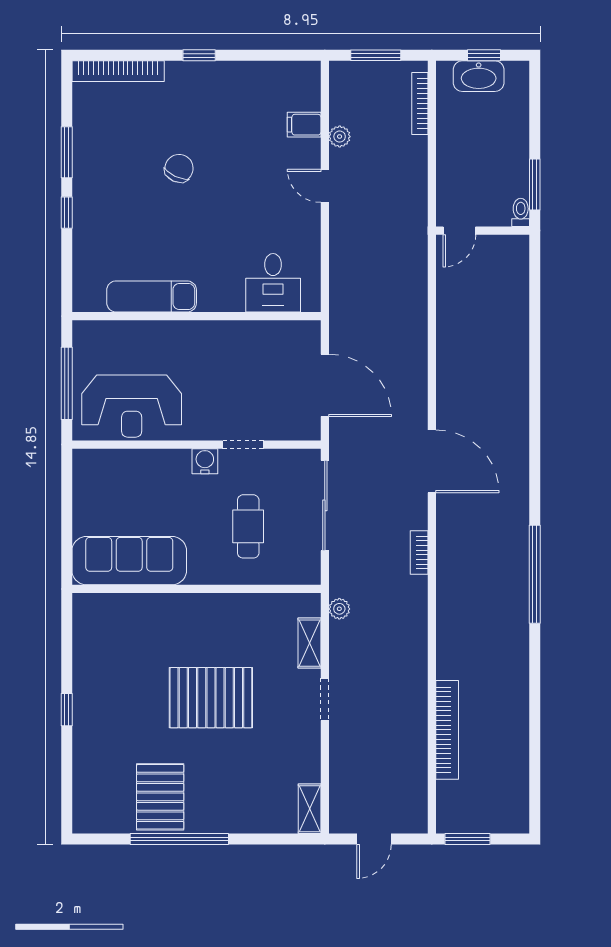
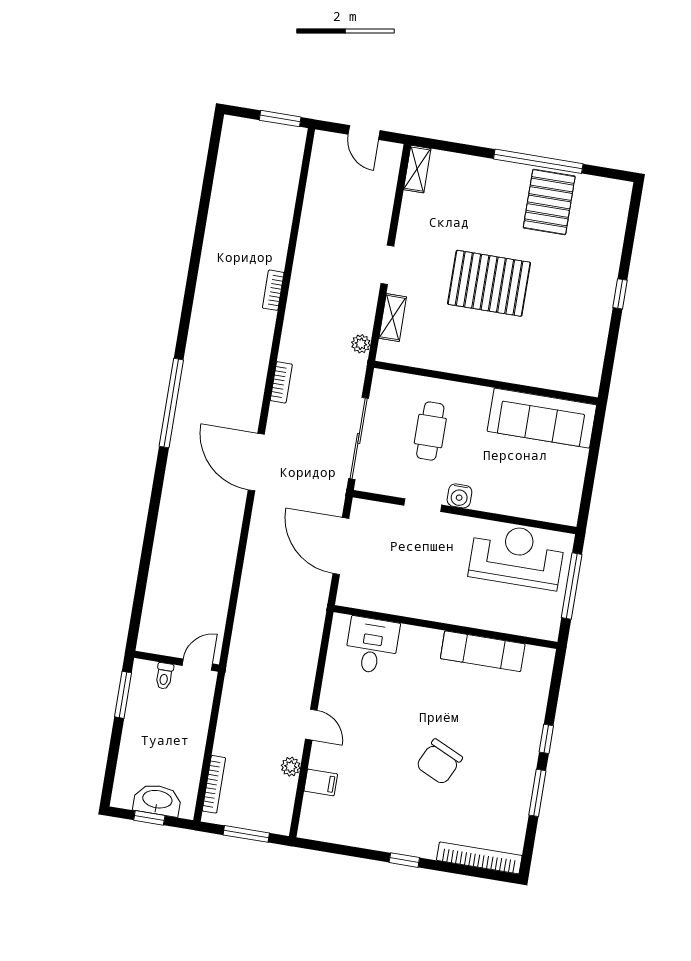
chair: (179, 168) -> (439, 762), width x1.37, depth x1.37
toilet: (521, 212) -> (164, 676), moved
window: (535, 574) -> (171, 403), moved
bookcase: (447, 730) -> (273, 290), moved, width x0.43, depth x0.76
door: (374, 839) -> (364, 132), swing flipped

